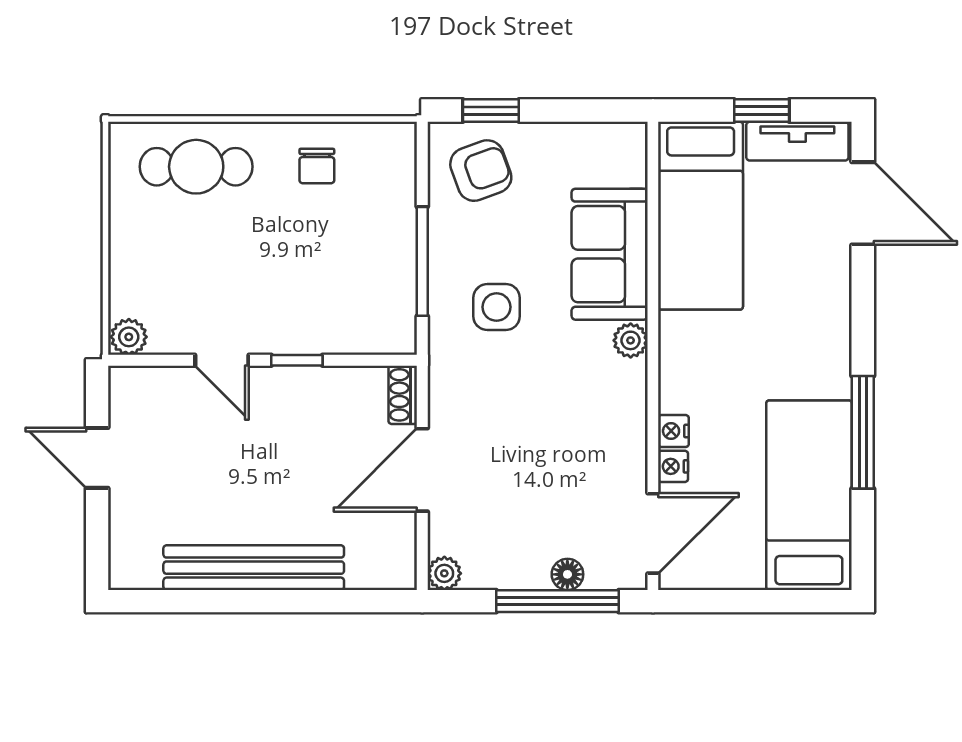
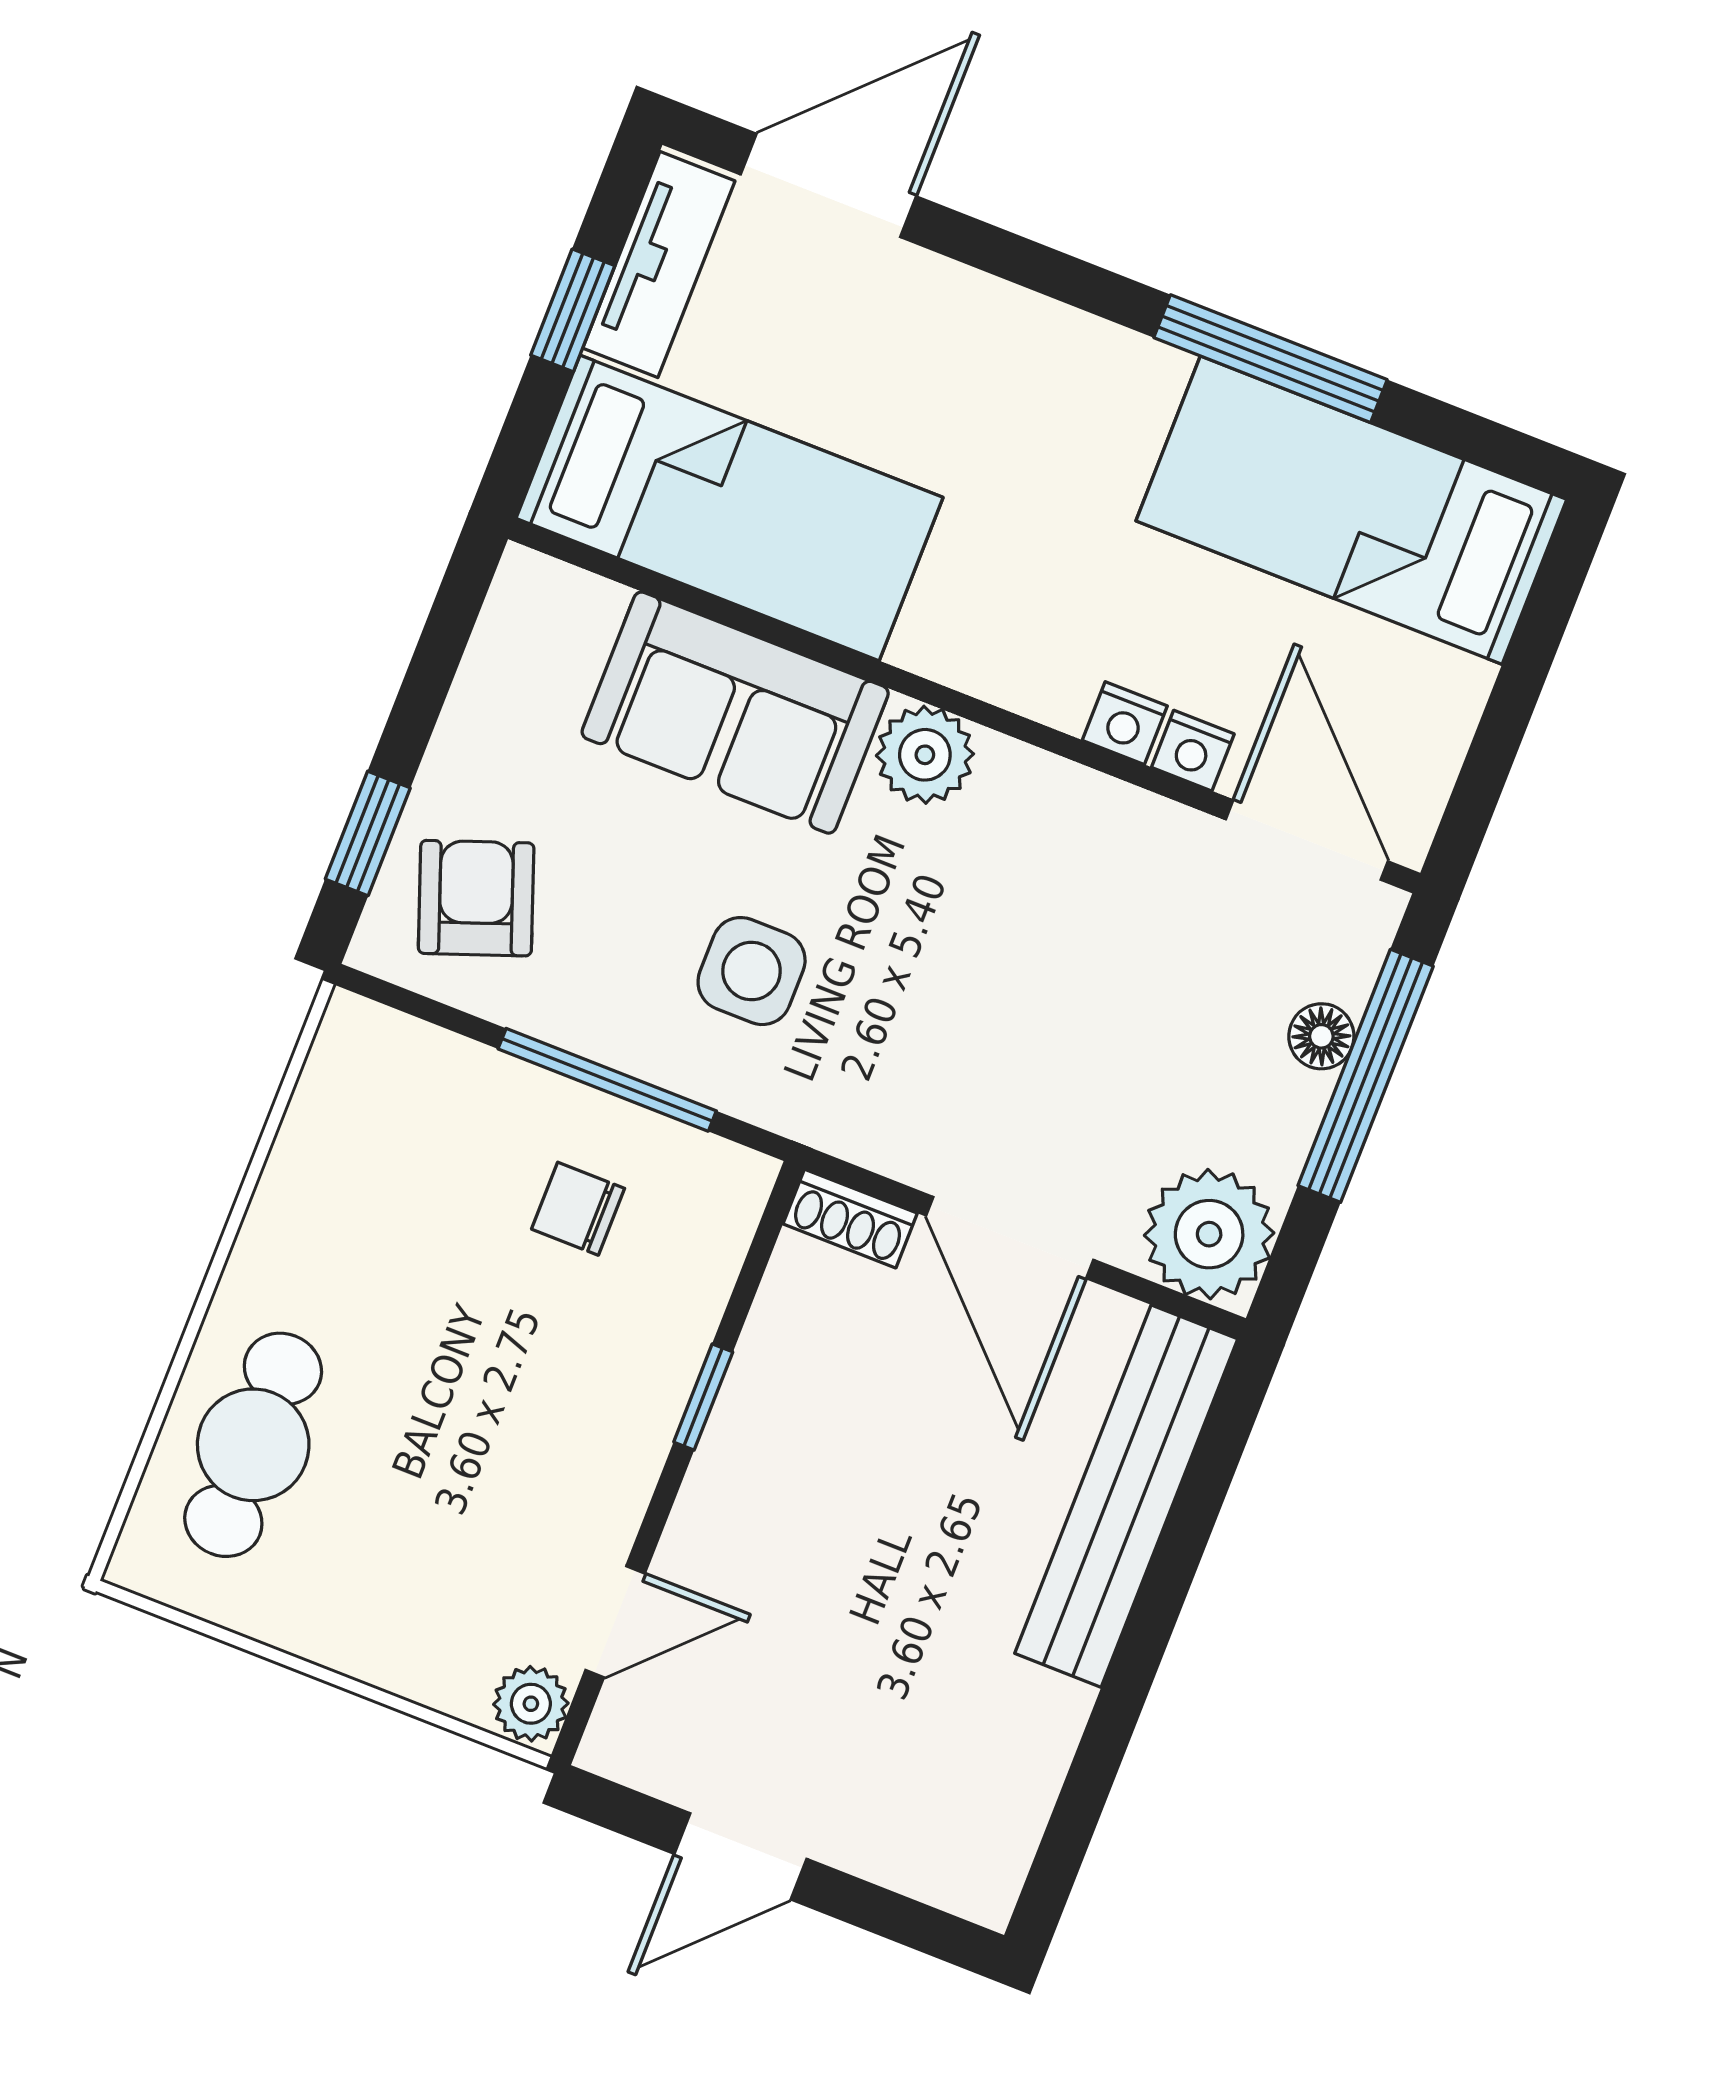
chair: (317, 166) -> (578, 1209), moved, turned 180
plant: (631, 340) -> (925, 755), width x1.38, depth x1.38
door: (222, 360) -> (615, 1622), moved
bench: (254, 568) -> (1126, 1496), moved
plant: (444, 573) -> (1209, 1234), width x1.87, depth x1.87

